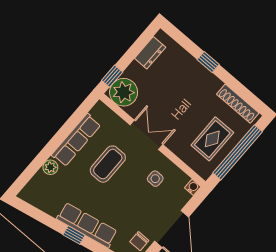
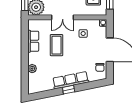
double door: (146, 135) -> (63, 17), swing flipped
row of seats: (76, 140) -> (33, 41), width x0.68

